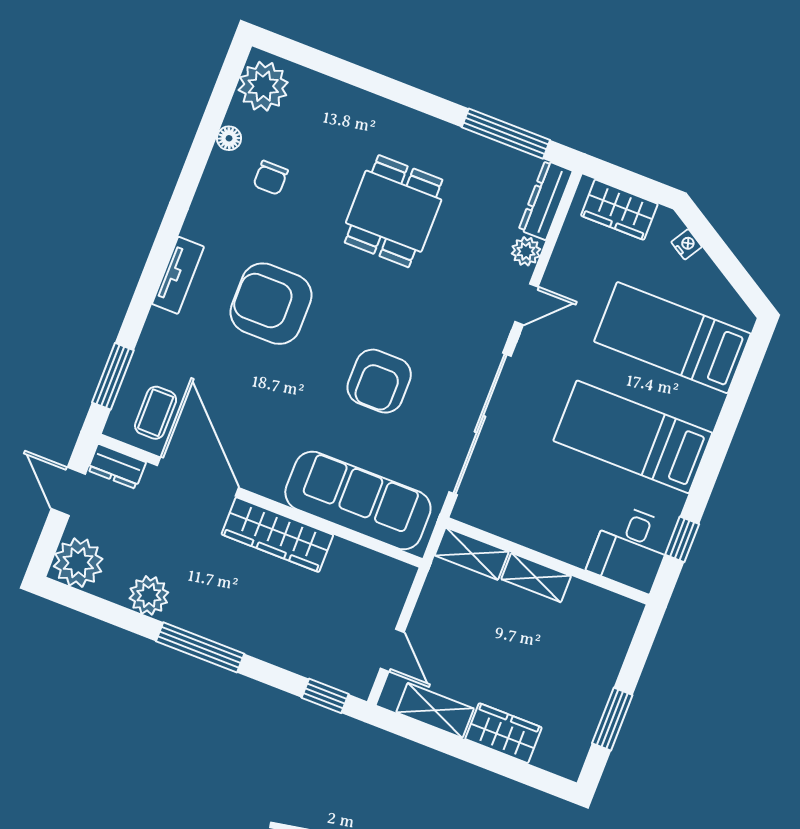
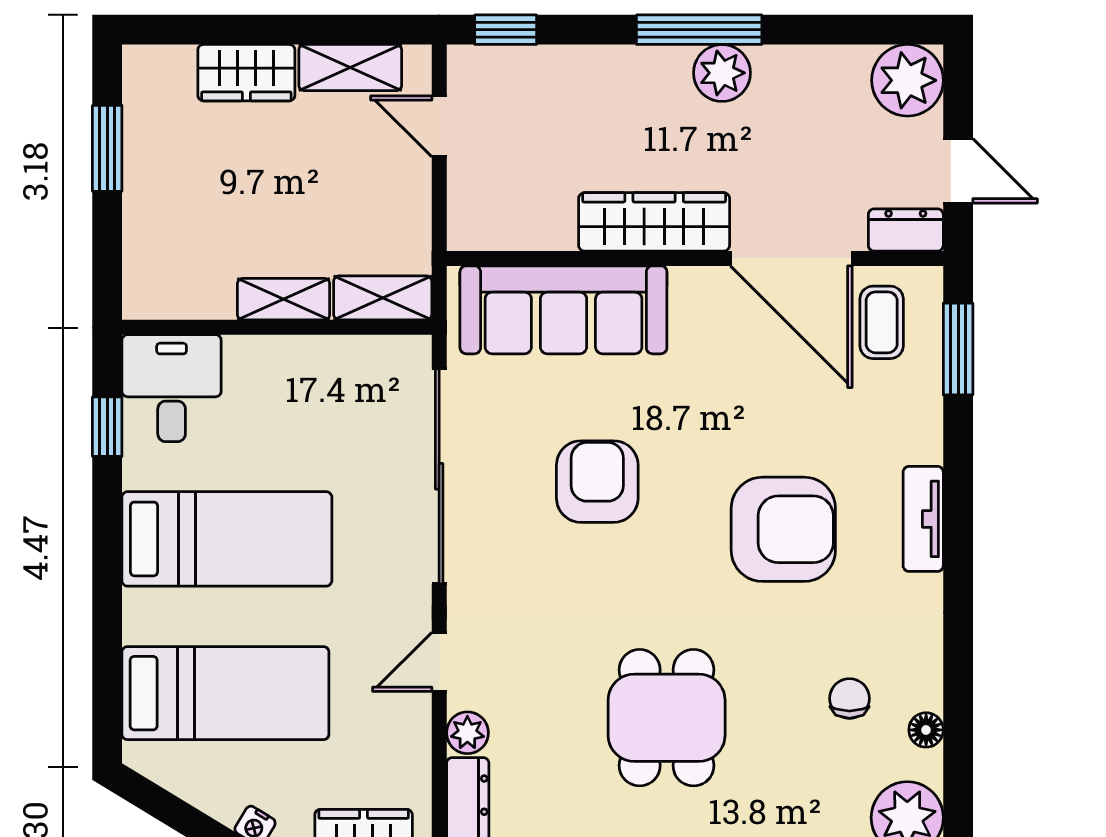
plant: (149, 595) -> (722, 73), moved

